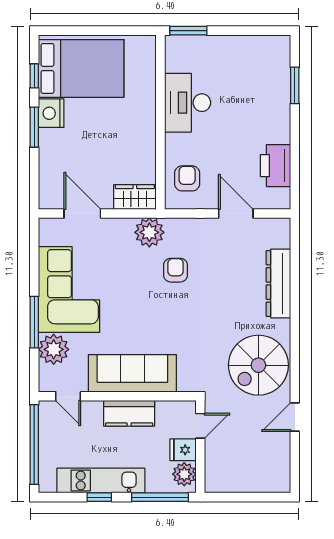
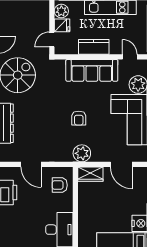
armchair: (187, 178) -> (60, 185), turned 90
armchair: (175, 270) -> (79, 118), moved

